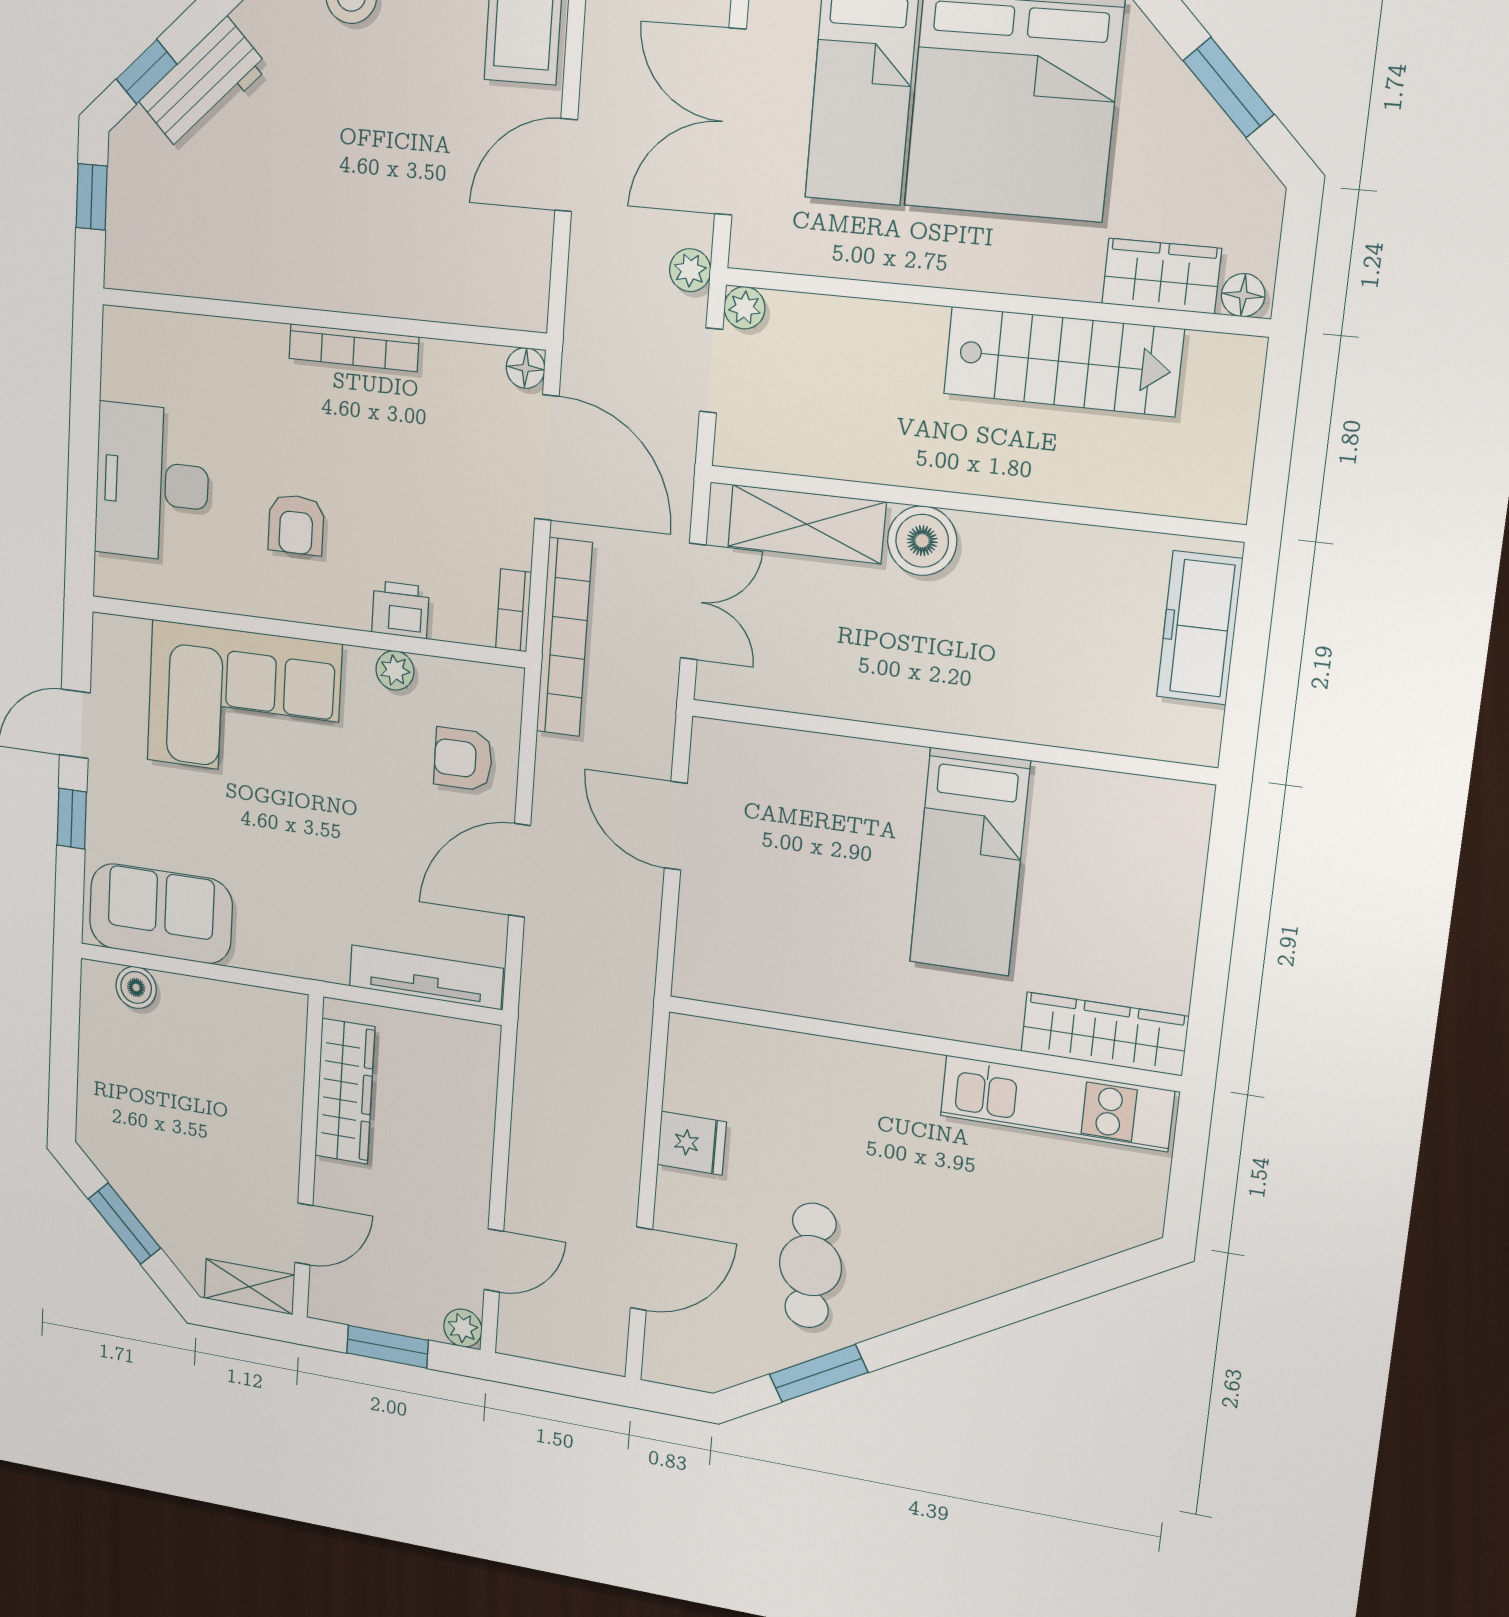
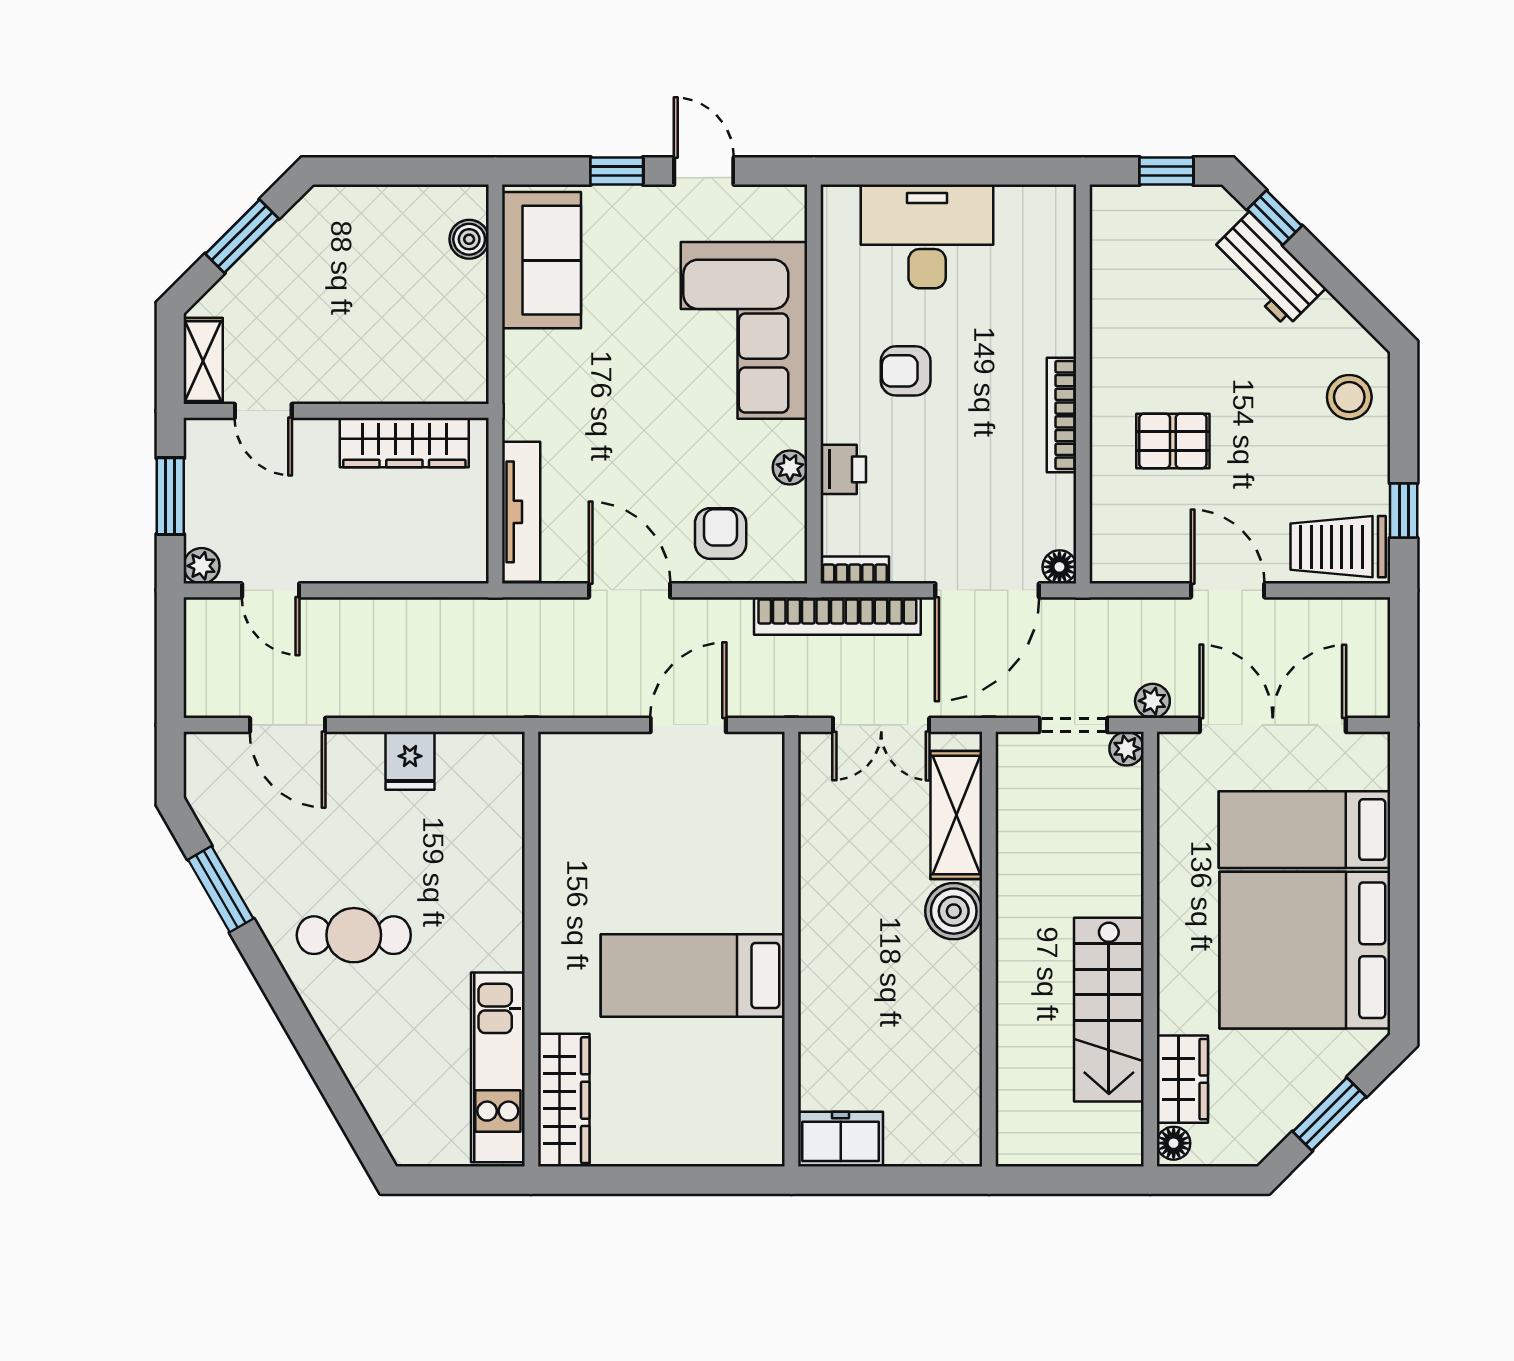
pallet: (390, 217) -> (1173, 441), added
freezer: (1200, 628) -> (841, 1139), moved, width x0.71
cafe table: (810, 1266) -> (354, 935), moved

